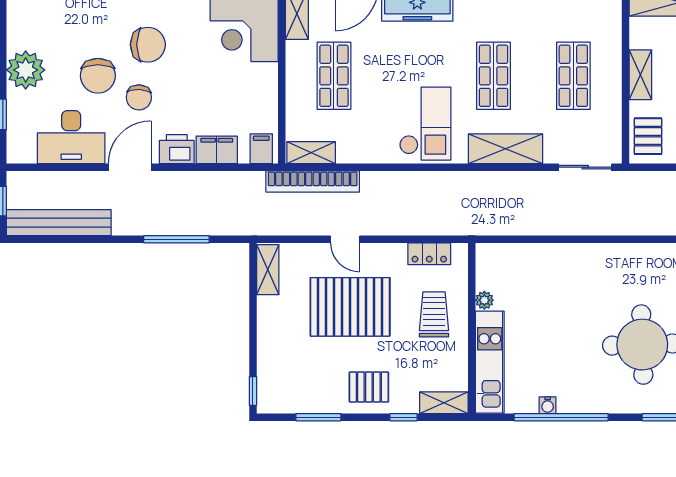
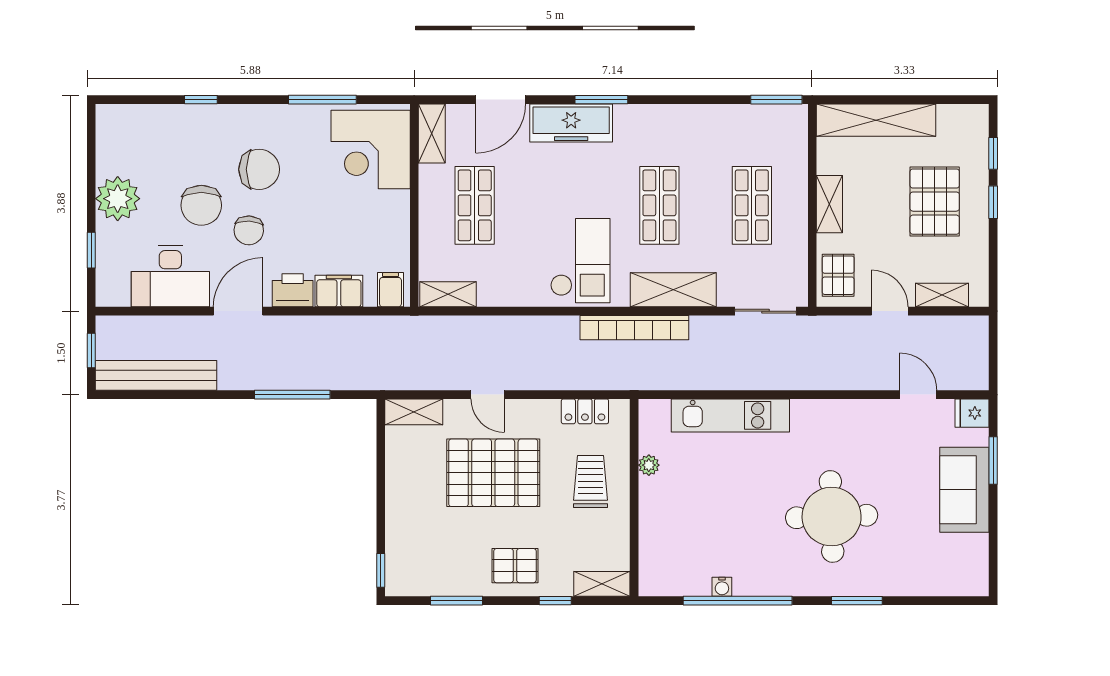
bookcase: (313, 181) -> (634, 328), moved
shelving: (268, 270) -> (414, 412), moved, turned 90
kitchen unit: (490, 362) -> (730, 415), moved, turned 90

